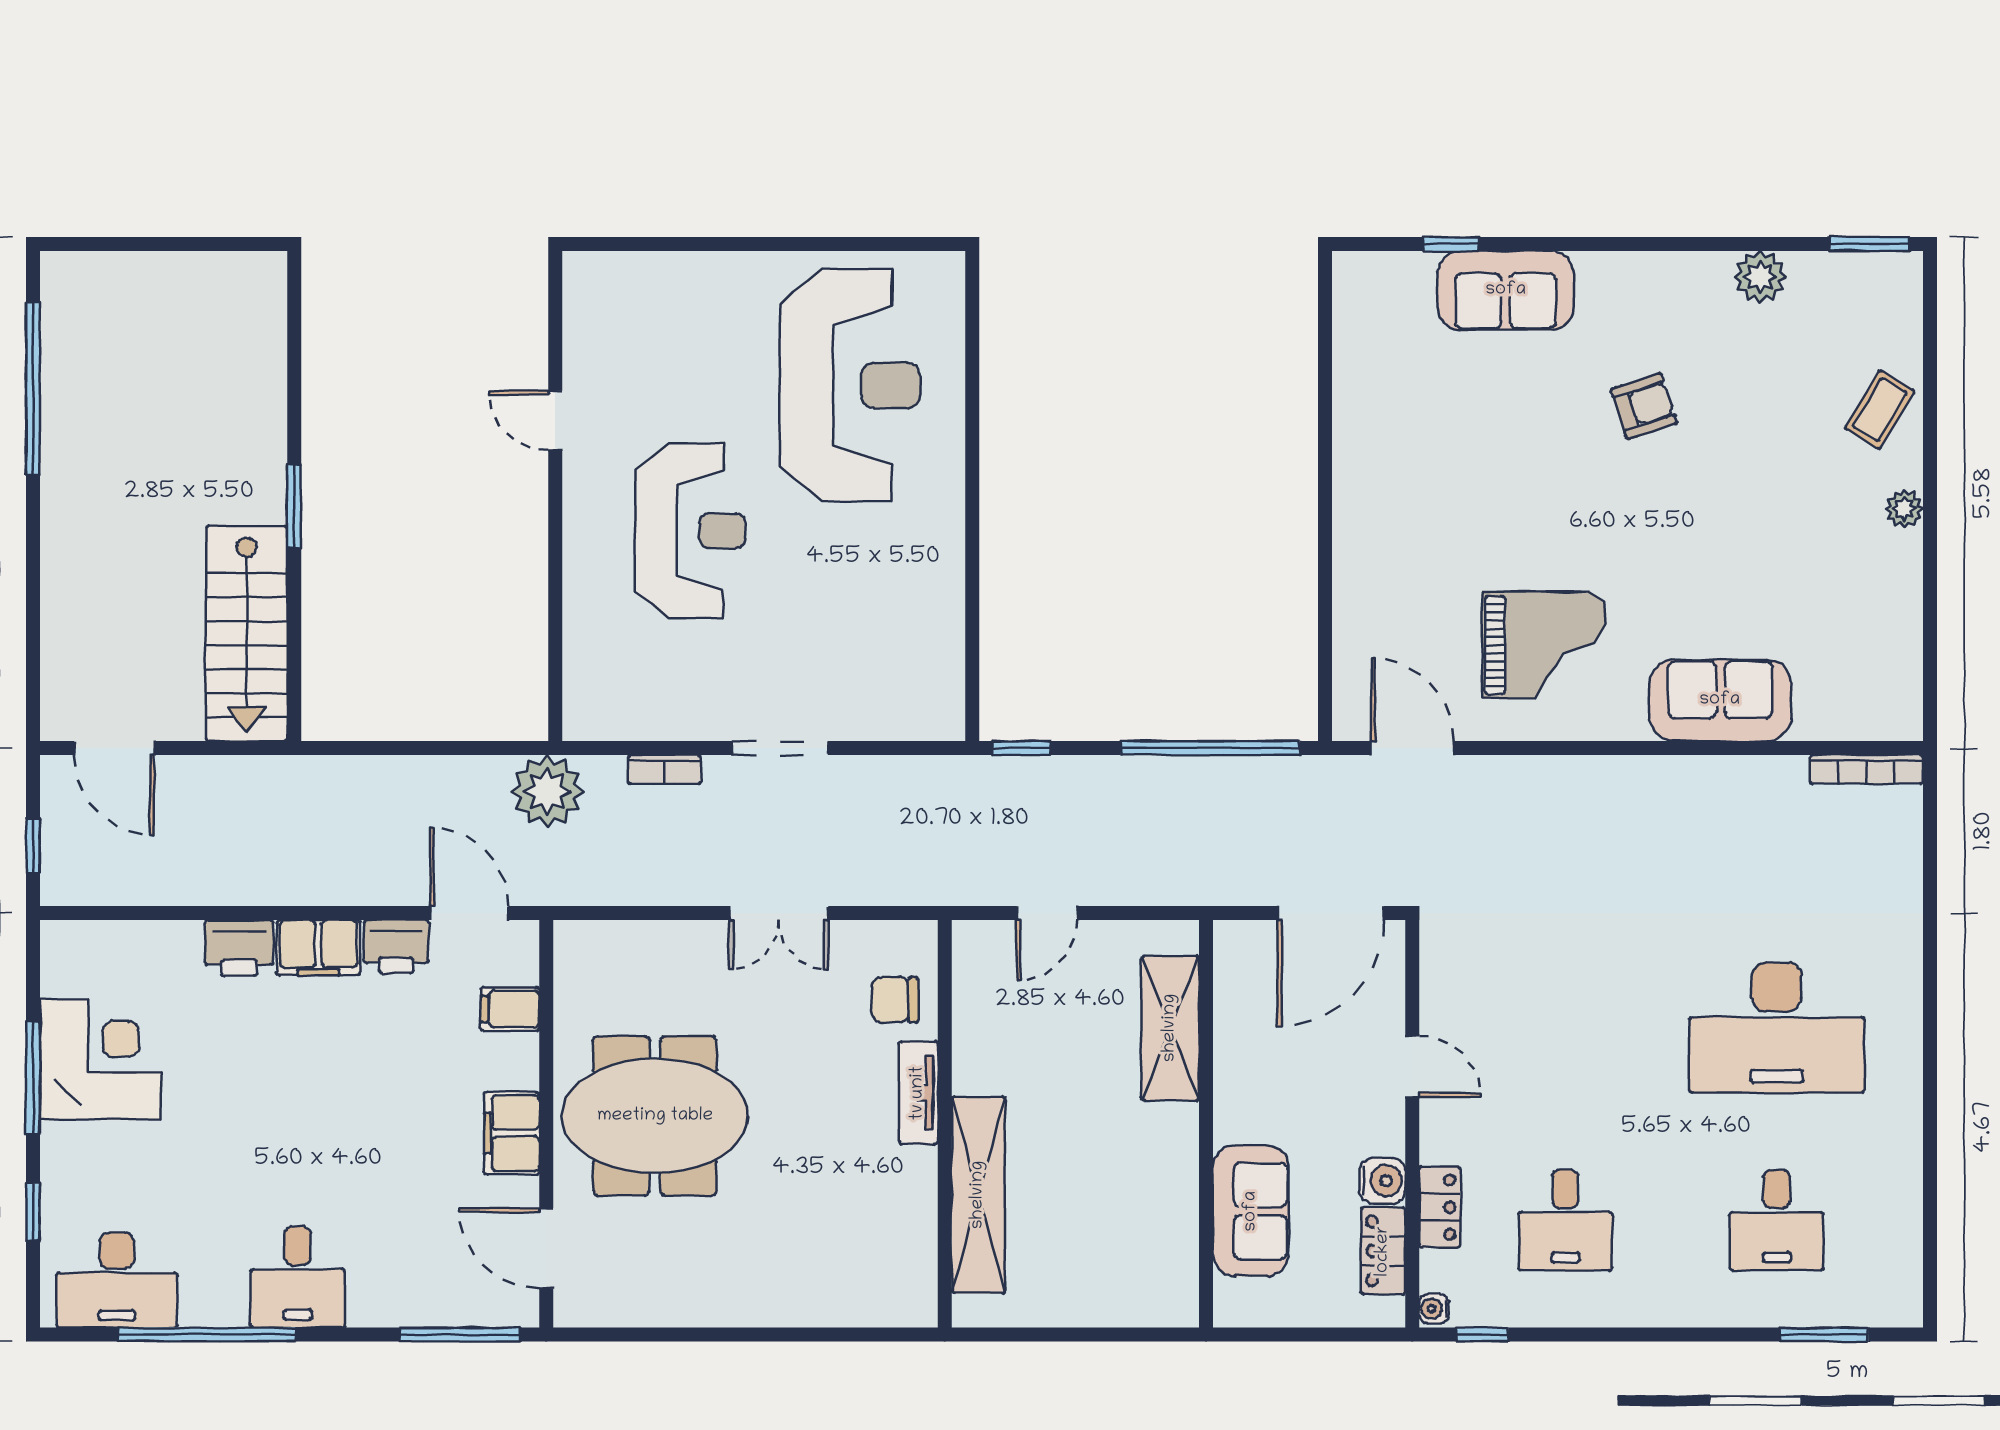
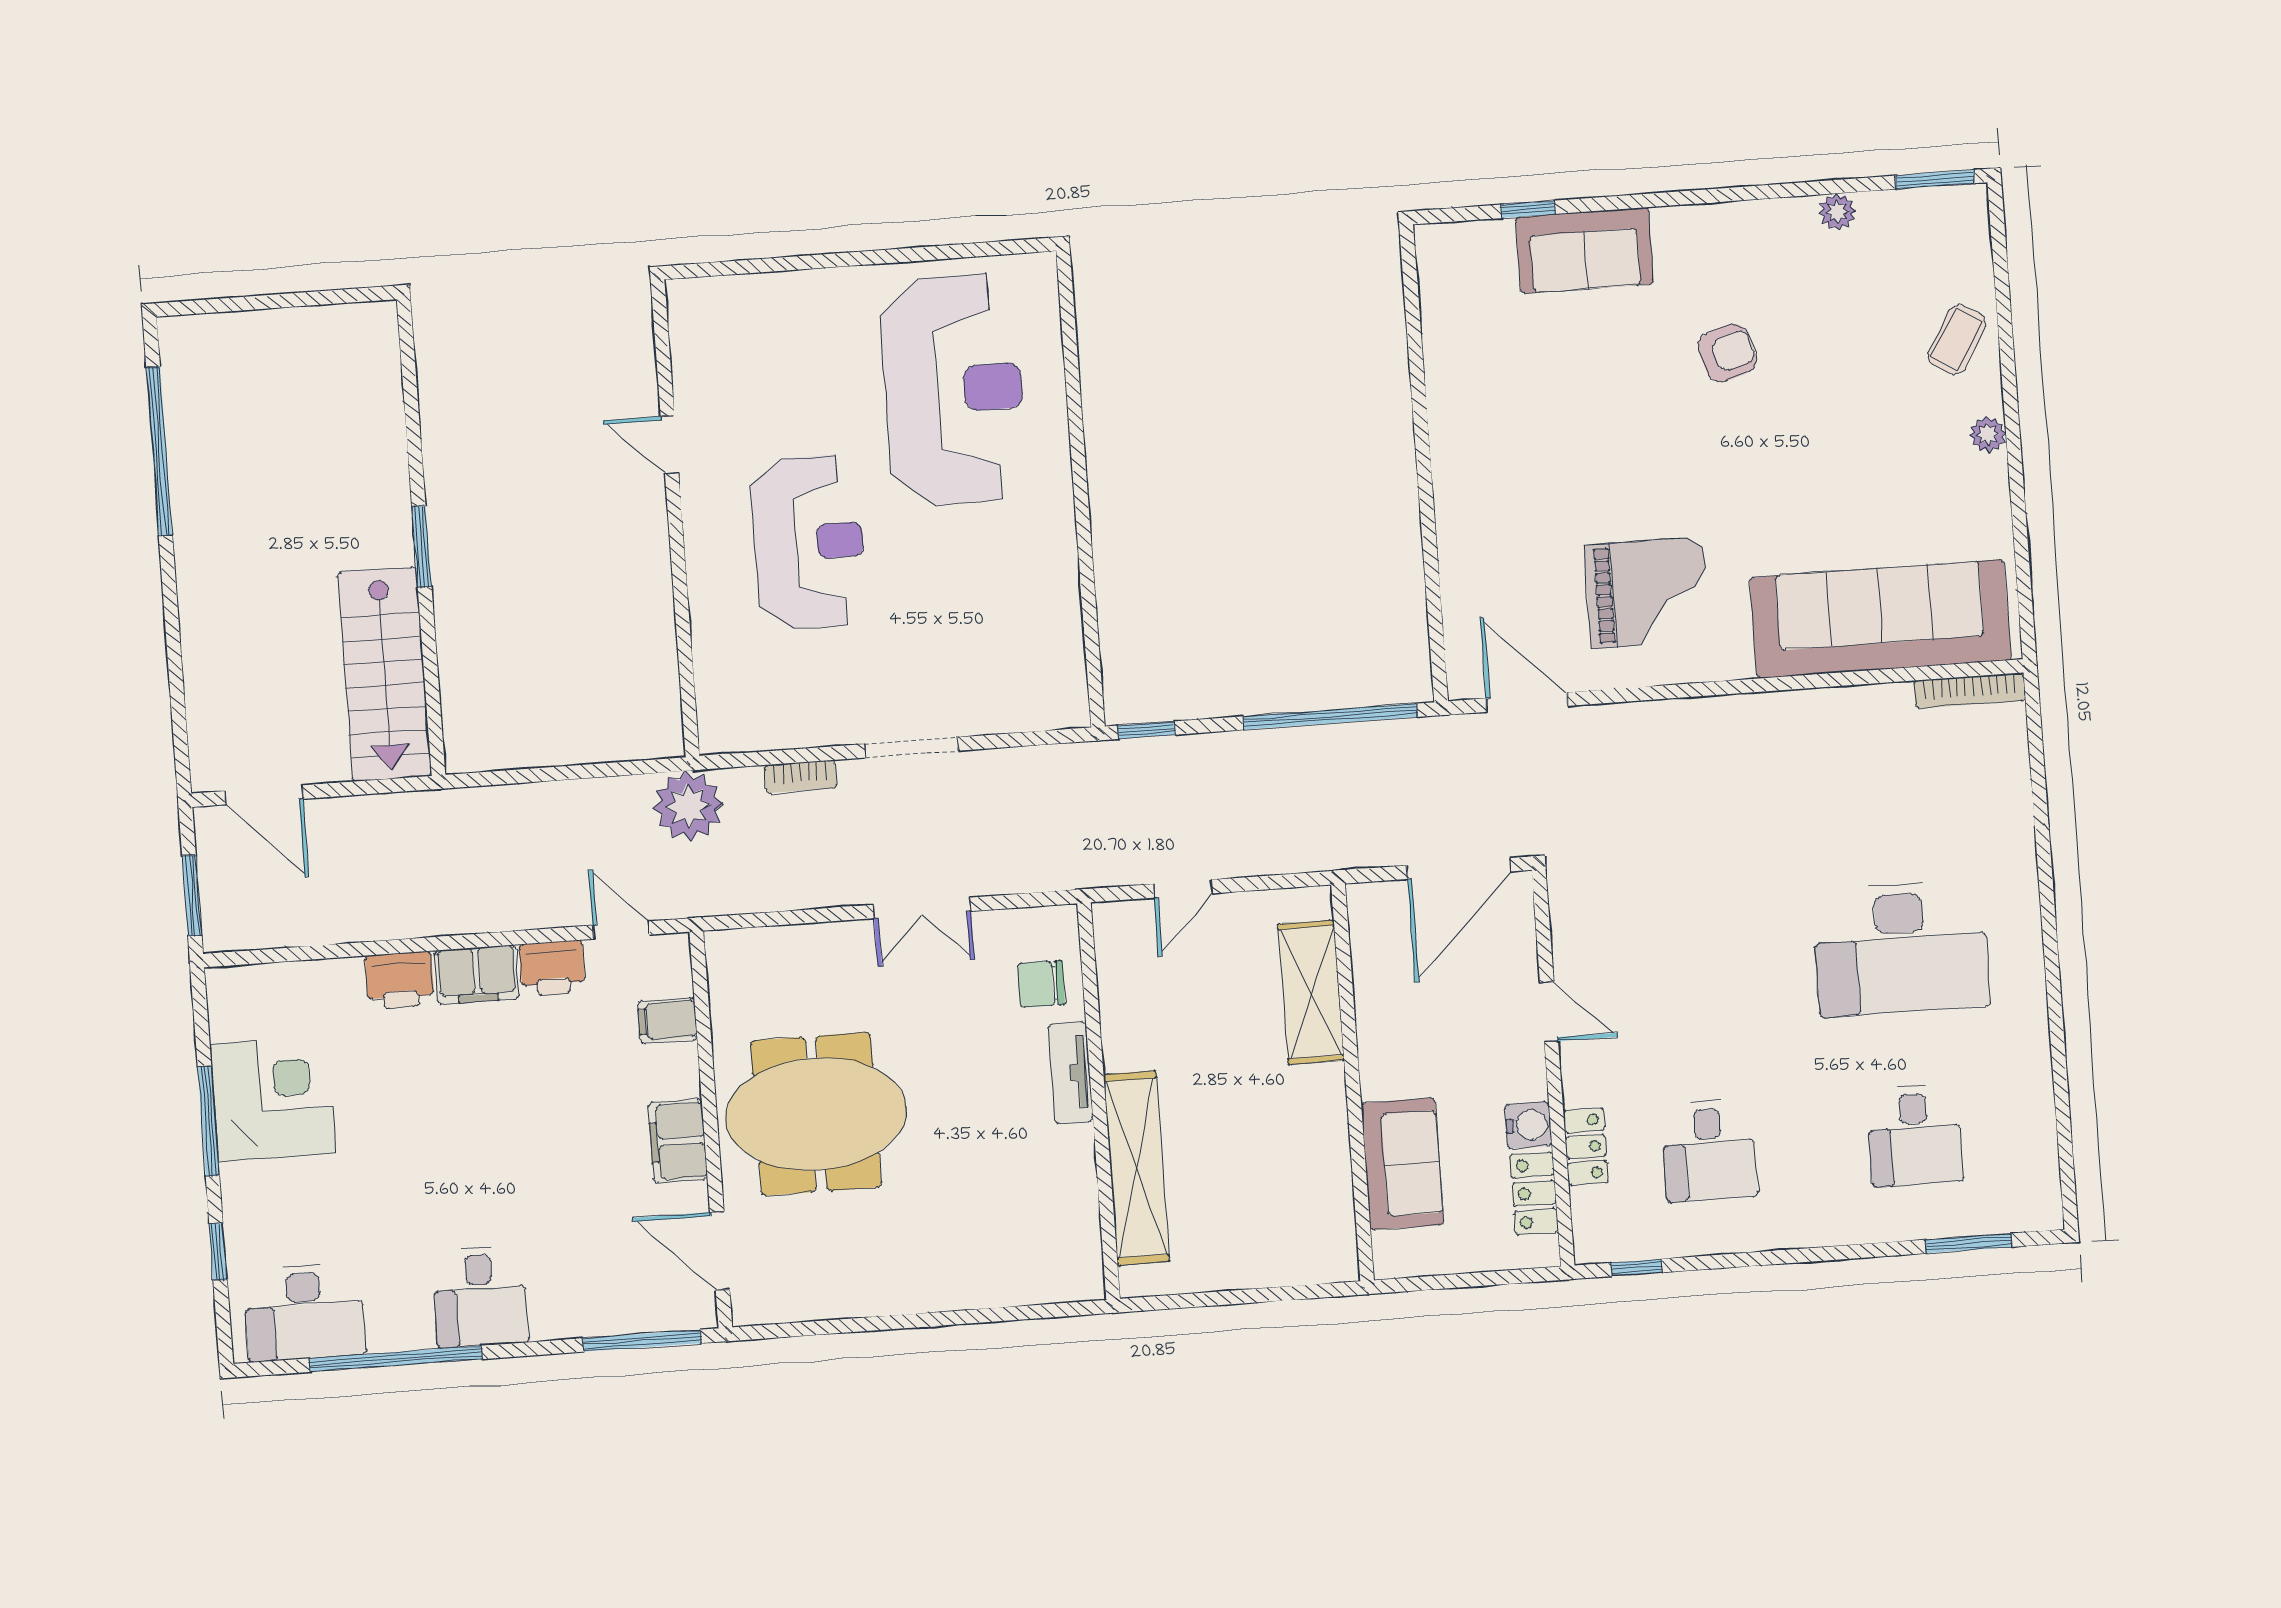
plant: (1760, 277) -> (1837, 212), width x0.73, depth x0.73
sofa: (1720, 700) -> (1880, 619), width x1.85, depth x1.27
window: (33, 846) -> (192, 896), width x1.50
door: (469, 913) -> (621, 930), width x0.73
water cooler: (1434, 1309) -> (1587, 1246), removed

